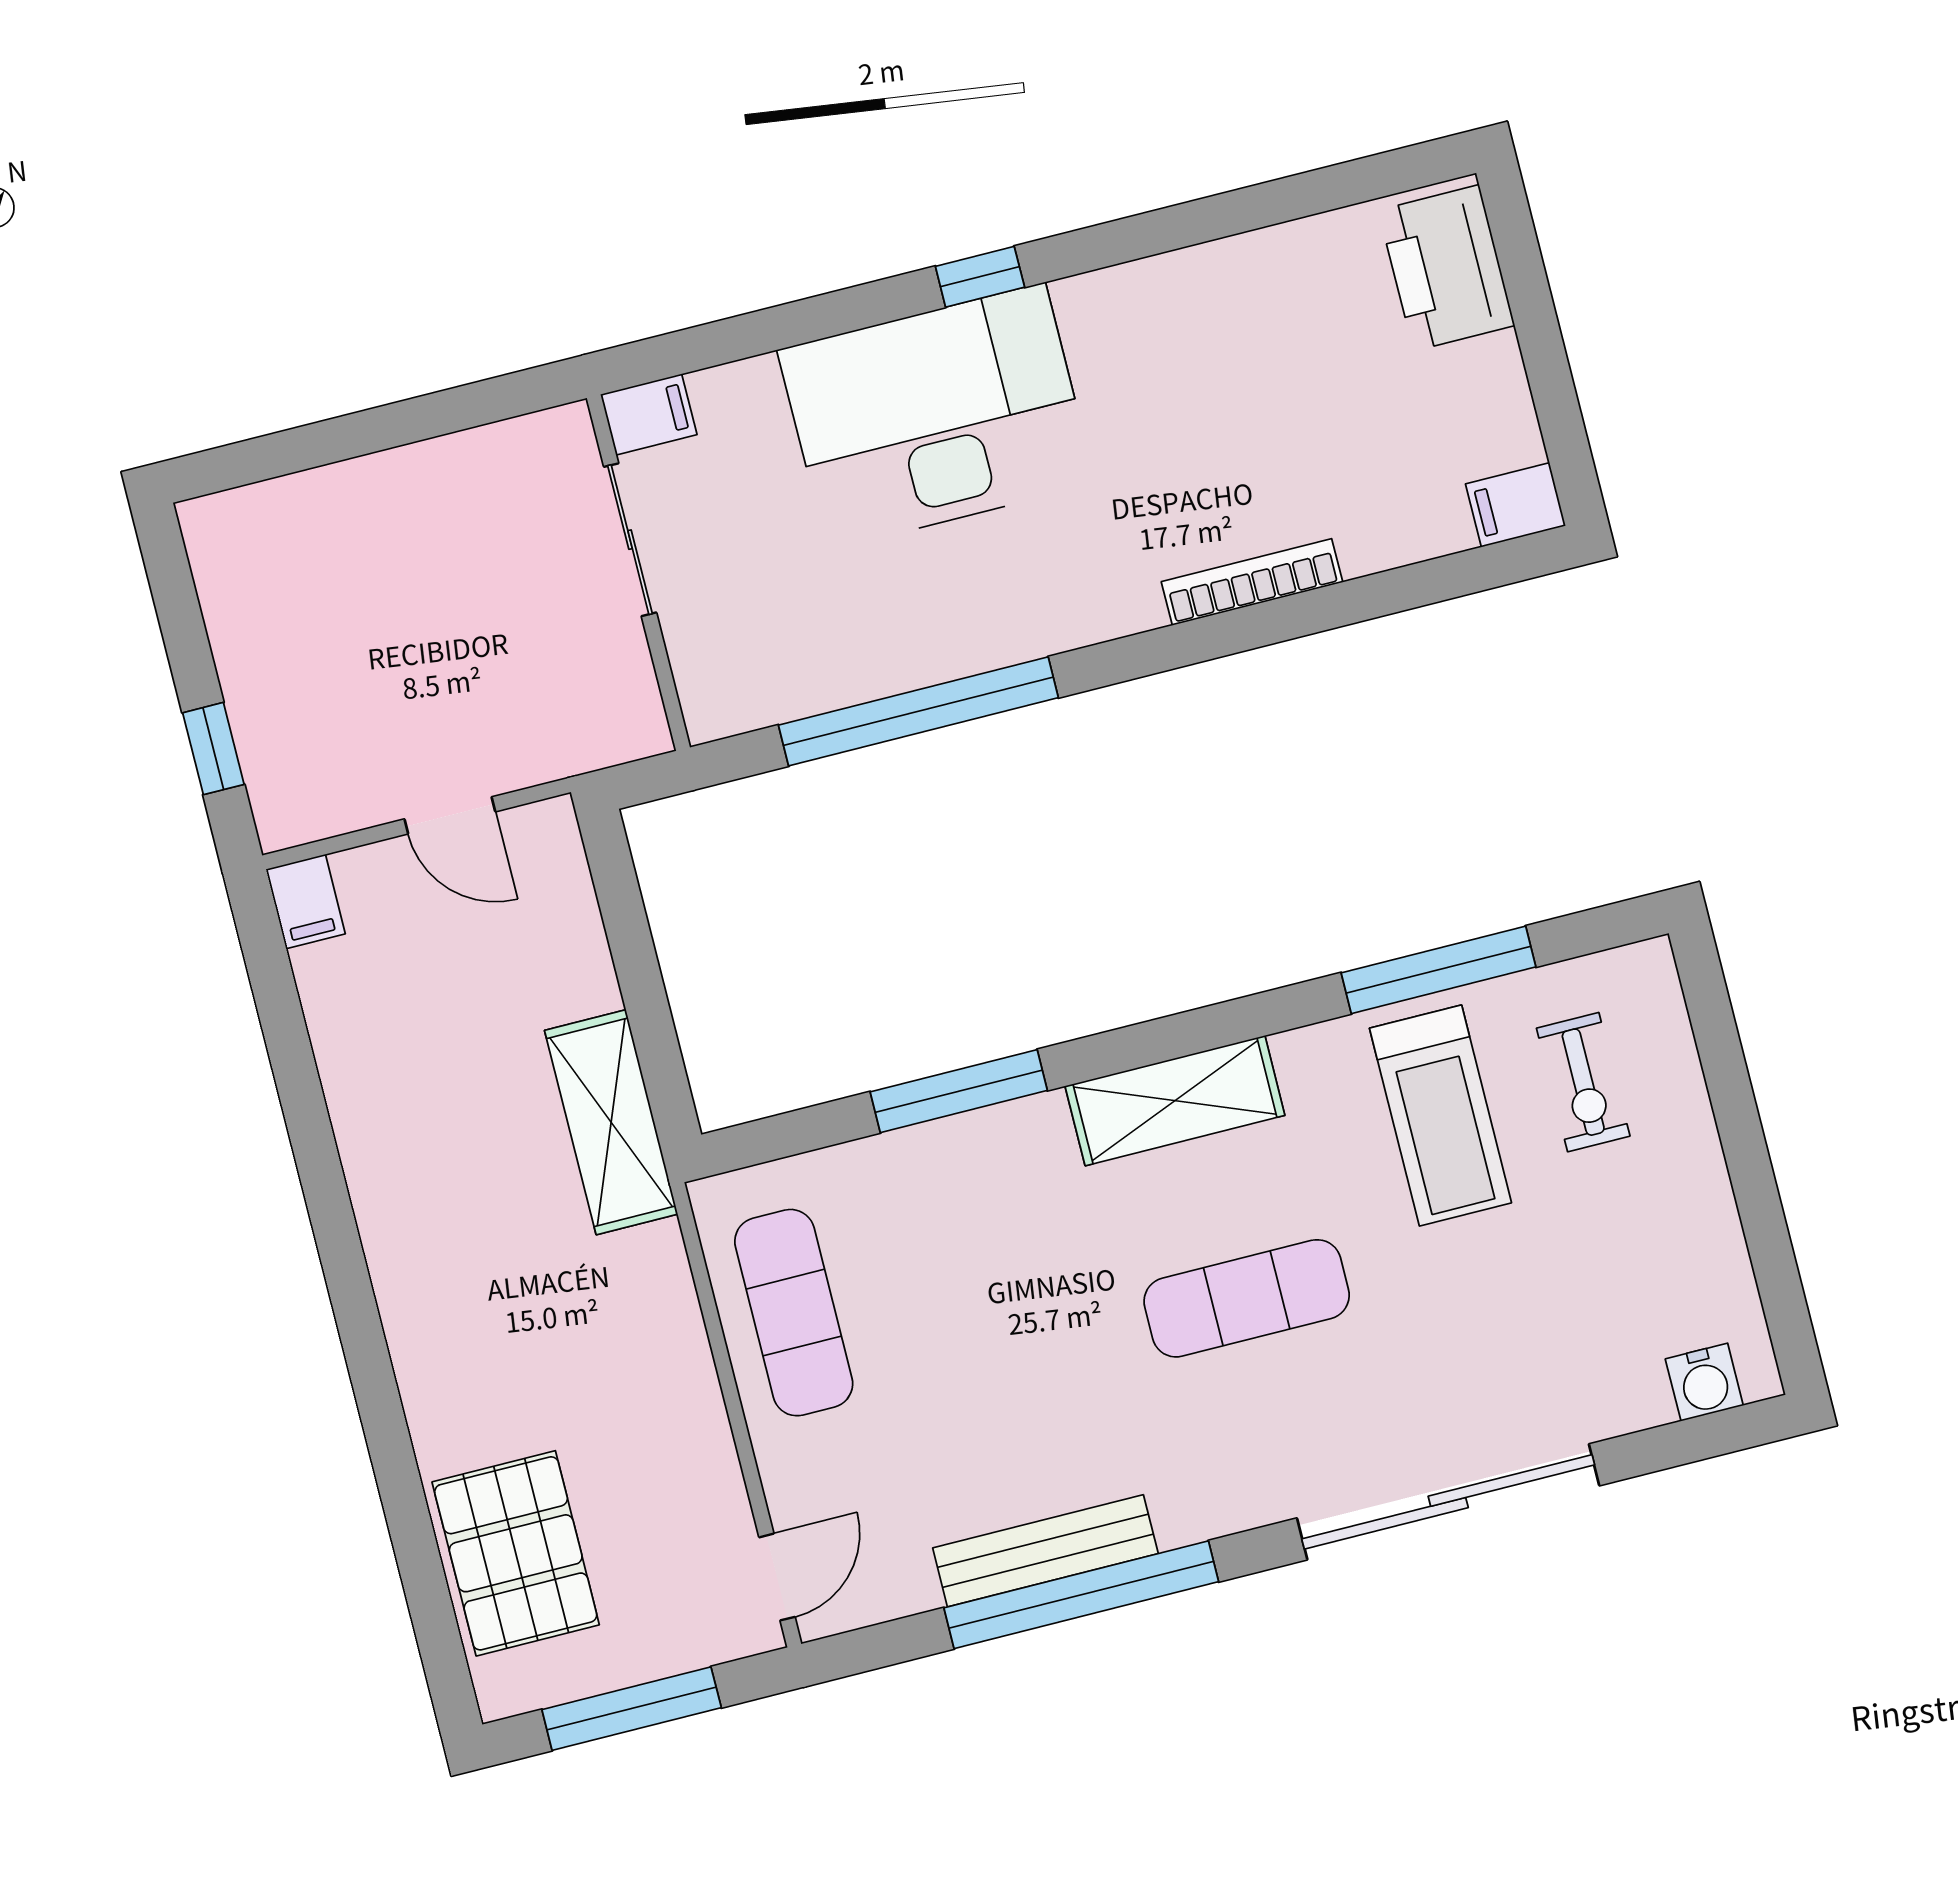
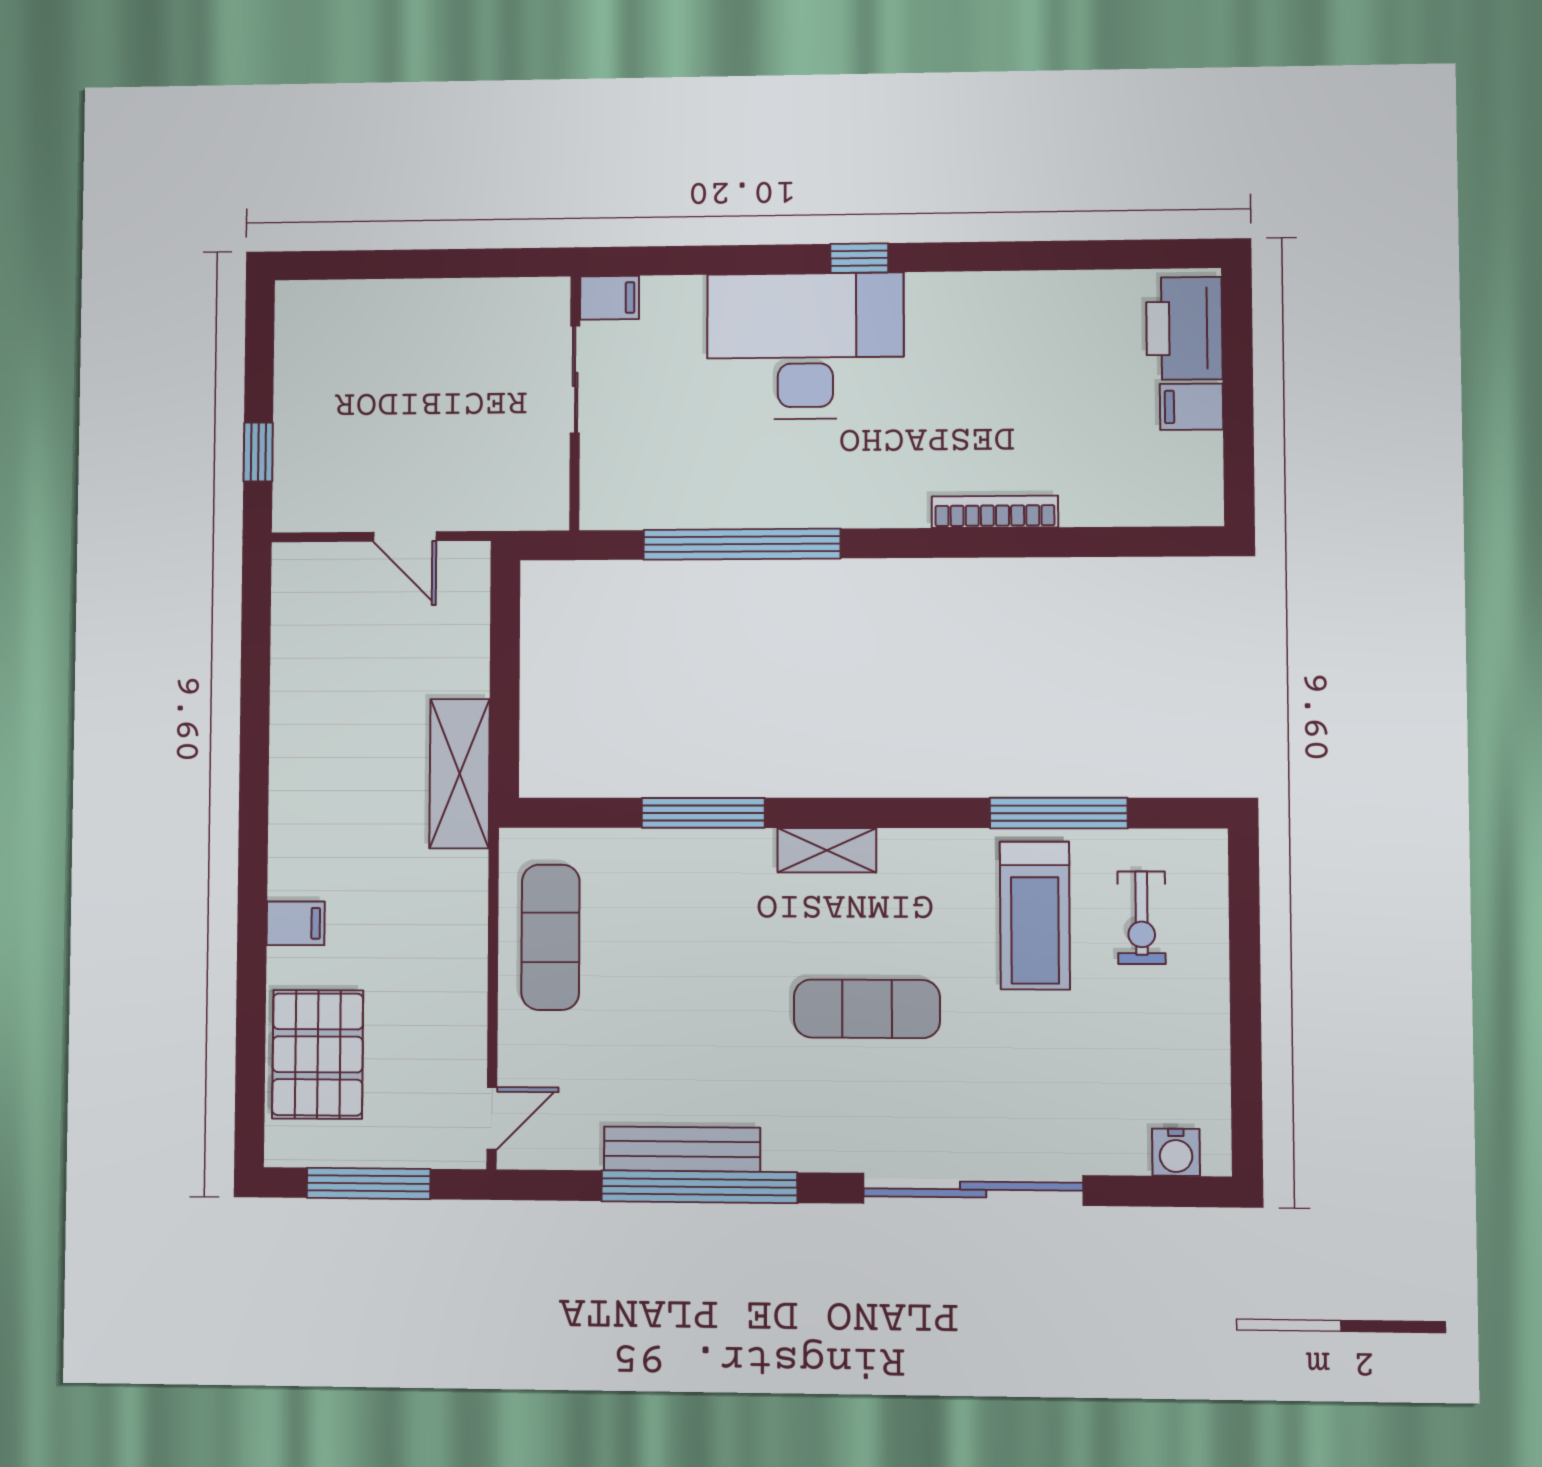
filing cabinet: (1516, 505) -> (1191, 407), moved
filing cabinet: (306, 902) -> (296, 923), moved, turned -90
shelving: (1175, 1101) -> (827, 850), width x0.67, depth x0.75

